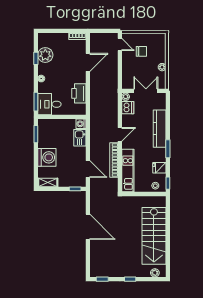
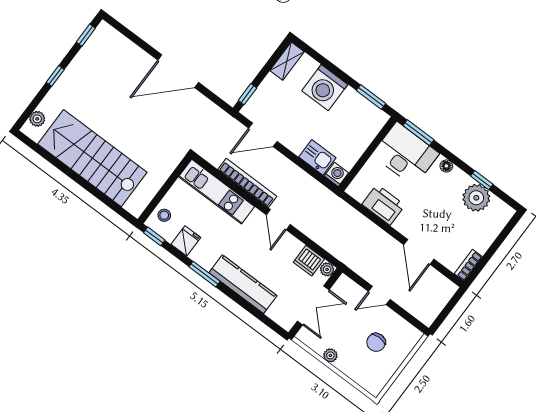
door: (120, 45) -> (379, 295), moved
desk: (49, 104) -> (406, 154), width x1.37

